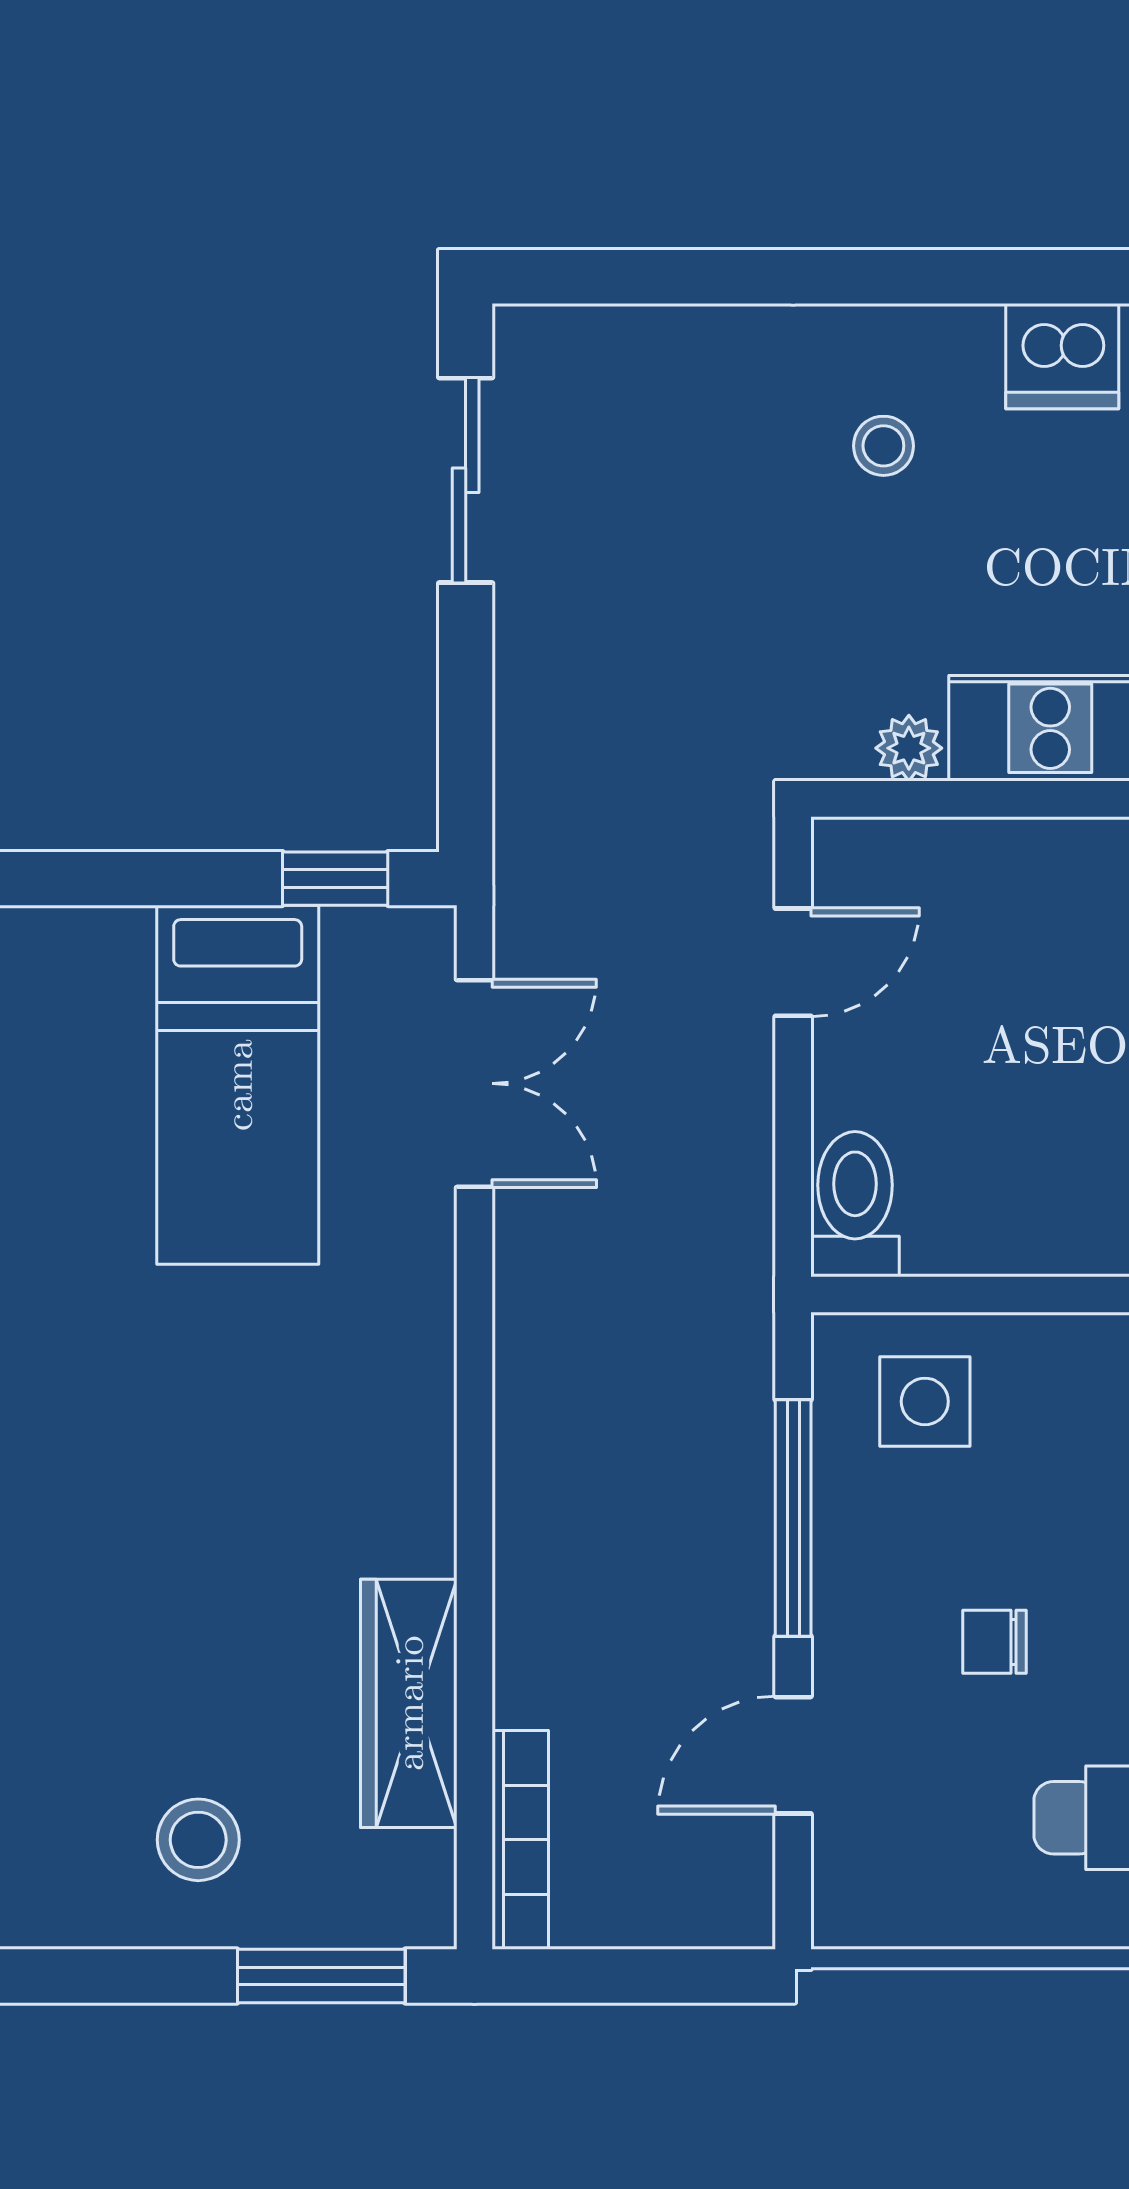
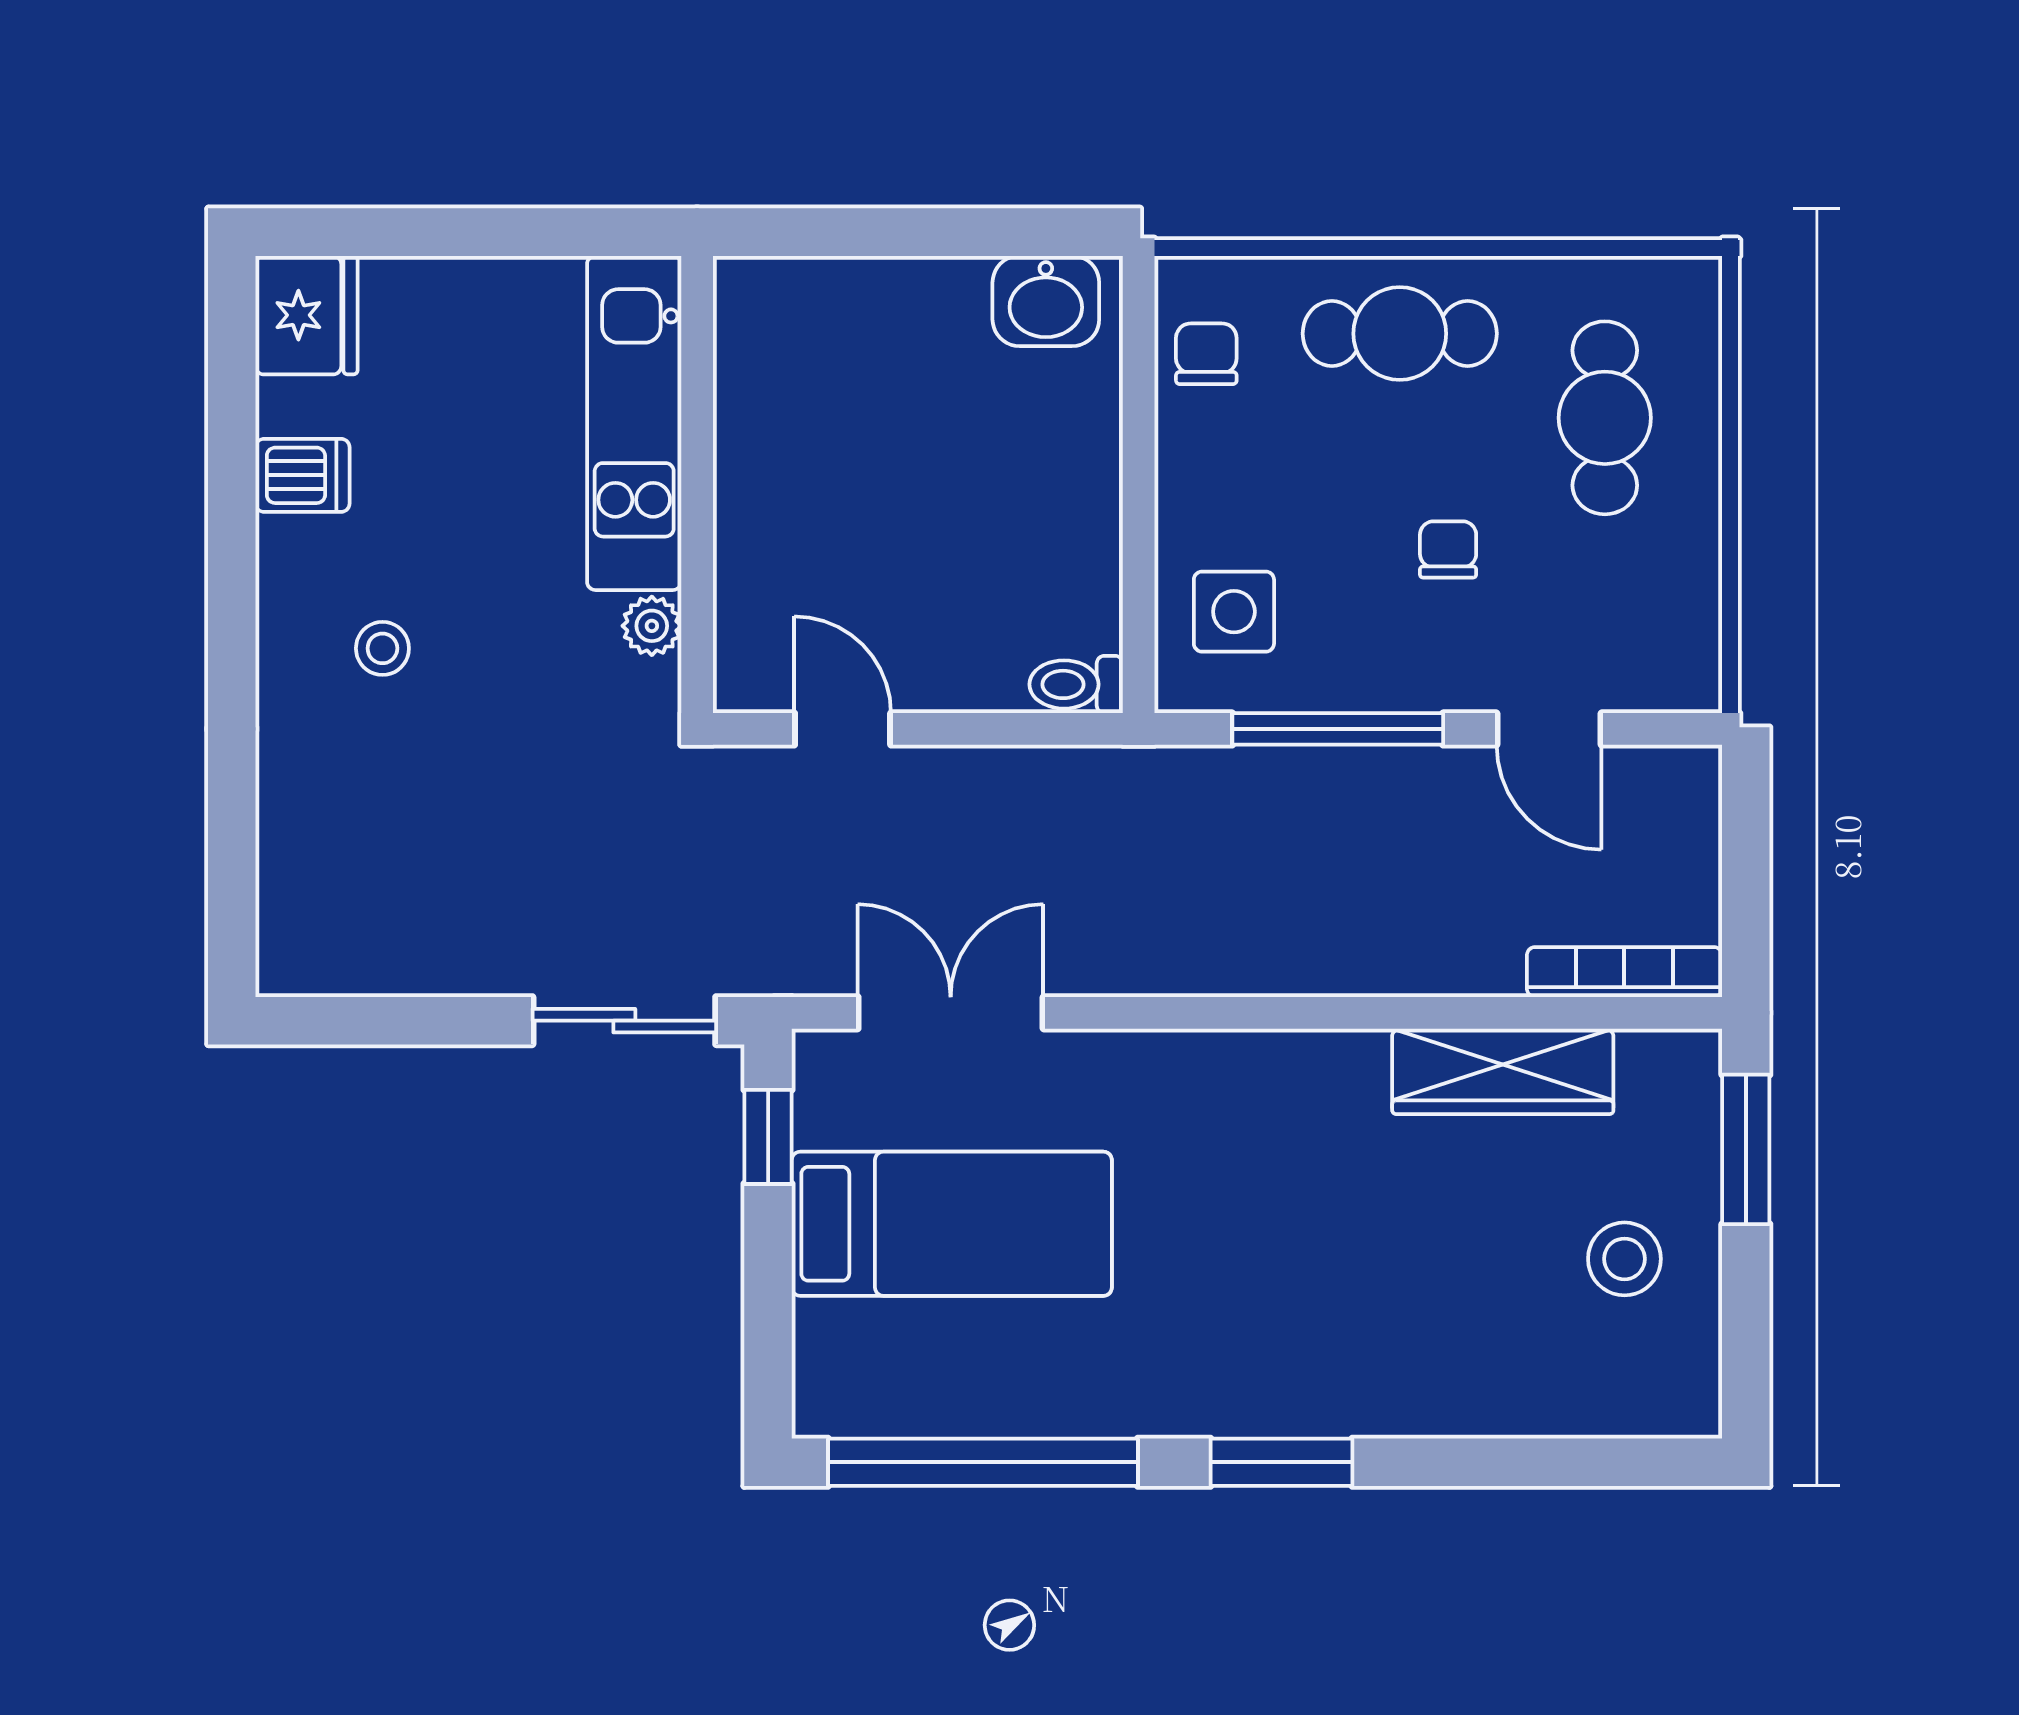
dishwasher: (1062, 356) -> (303, 475), width x0.73
sliding door: (466, 480) -> (624, 1021), moved
toilet: (855, 1204) -> (1076, 684), width x0.73, depth x0.72
chair: (995, 1642) -> (1448, 549), turned 180

